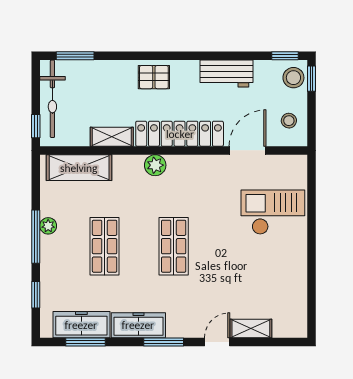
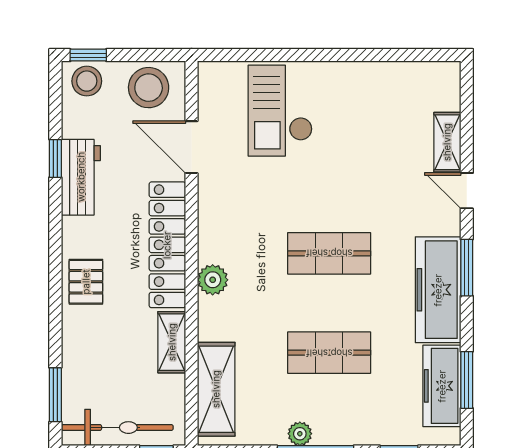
window: (285, 56) -> (55, 158), moved
stool: (289, 121) -> (149, 88), width x1.89, depth x1.89
freezer: (138, 325) -> (438, 290), width x1.36, depth x1.26

